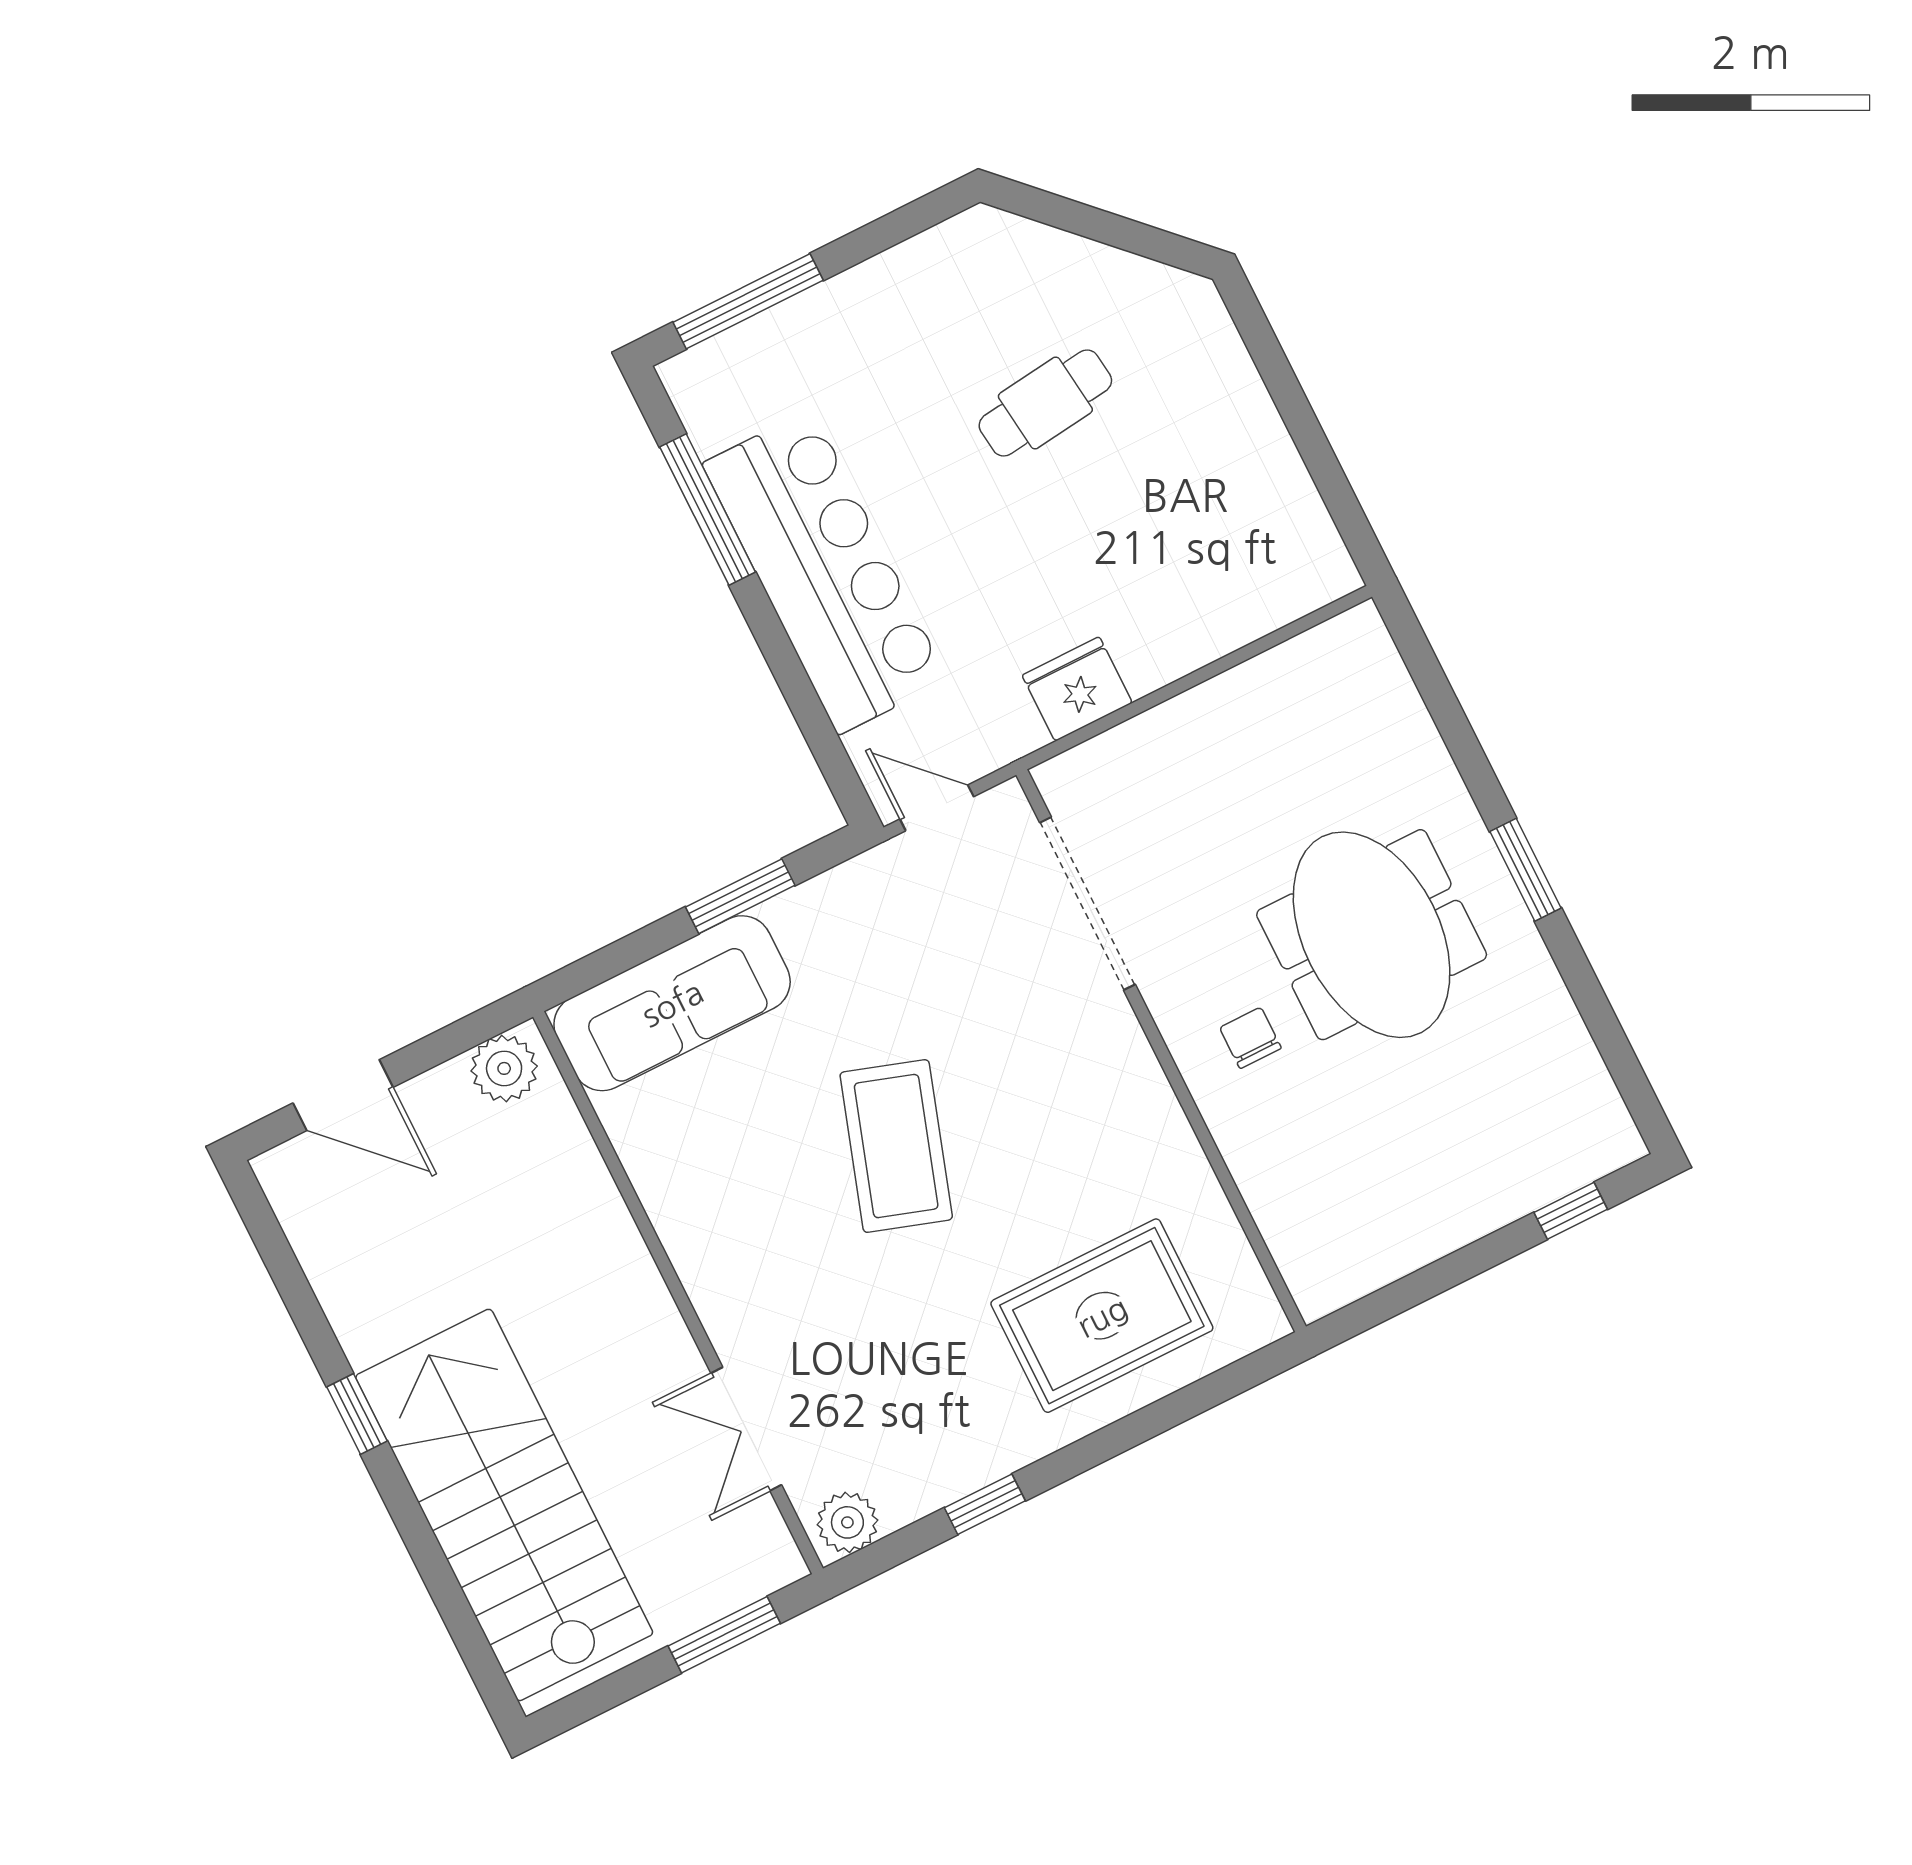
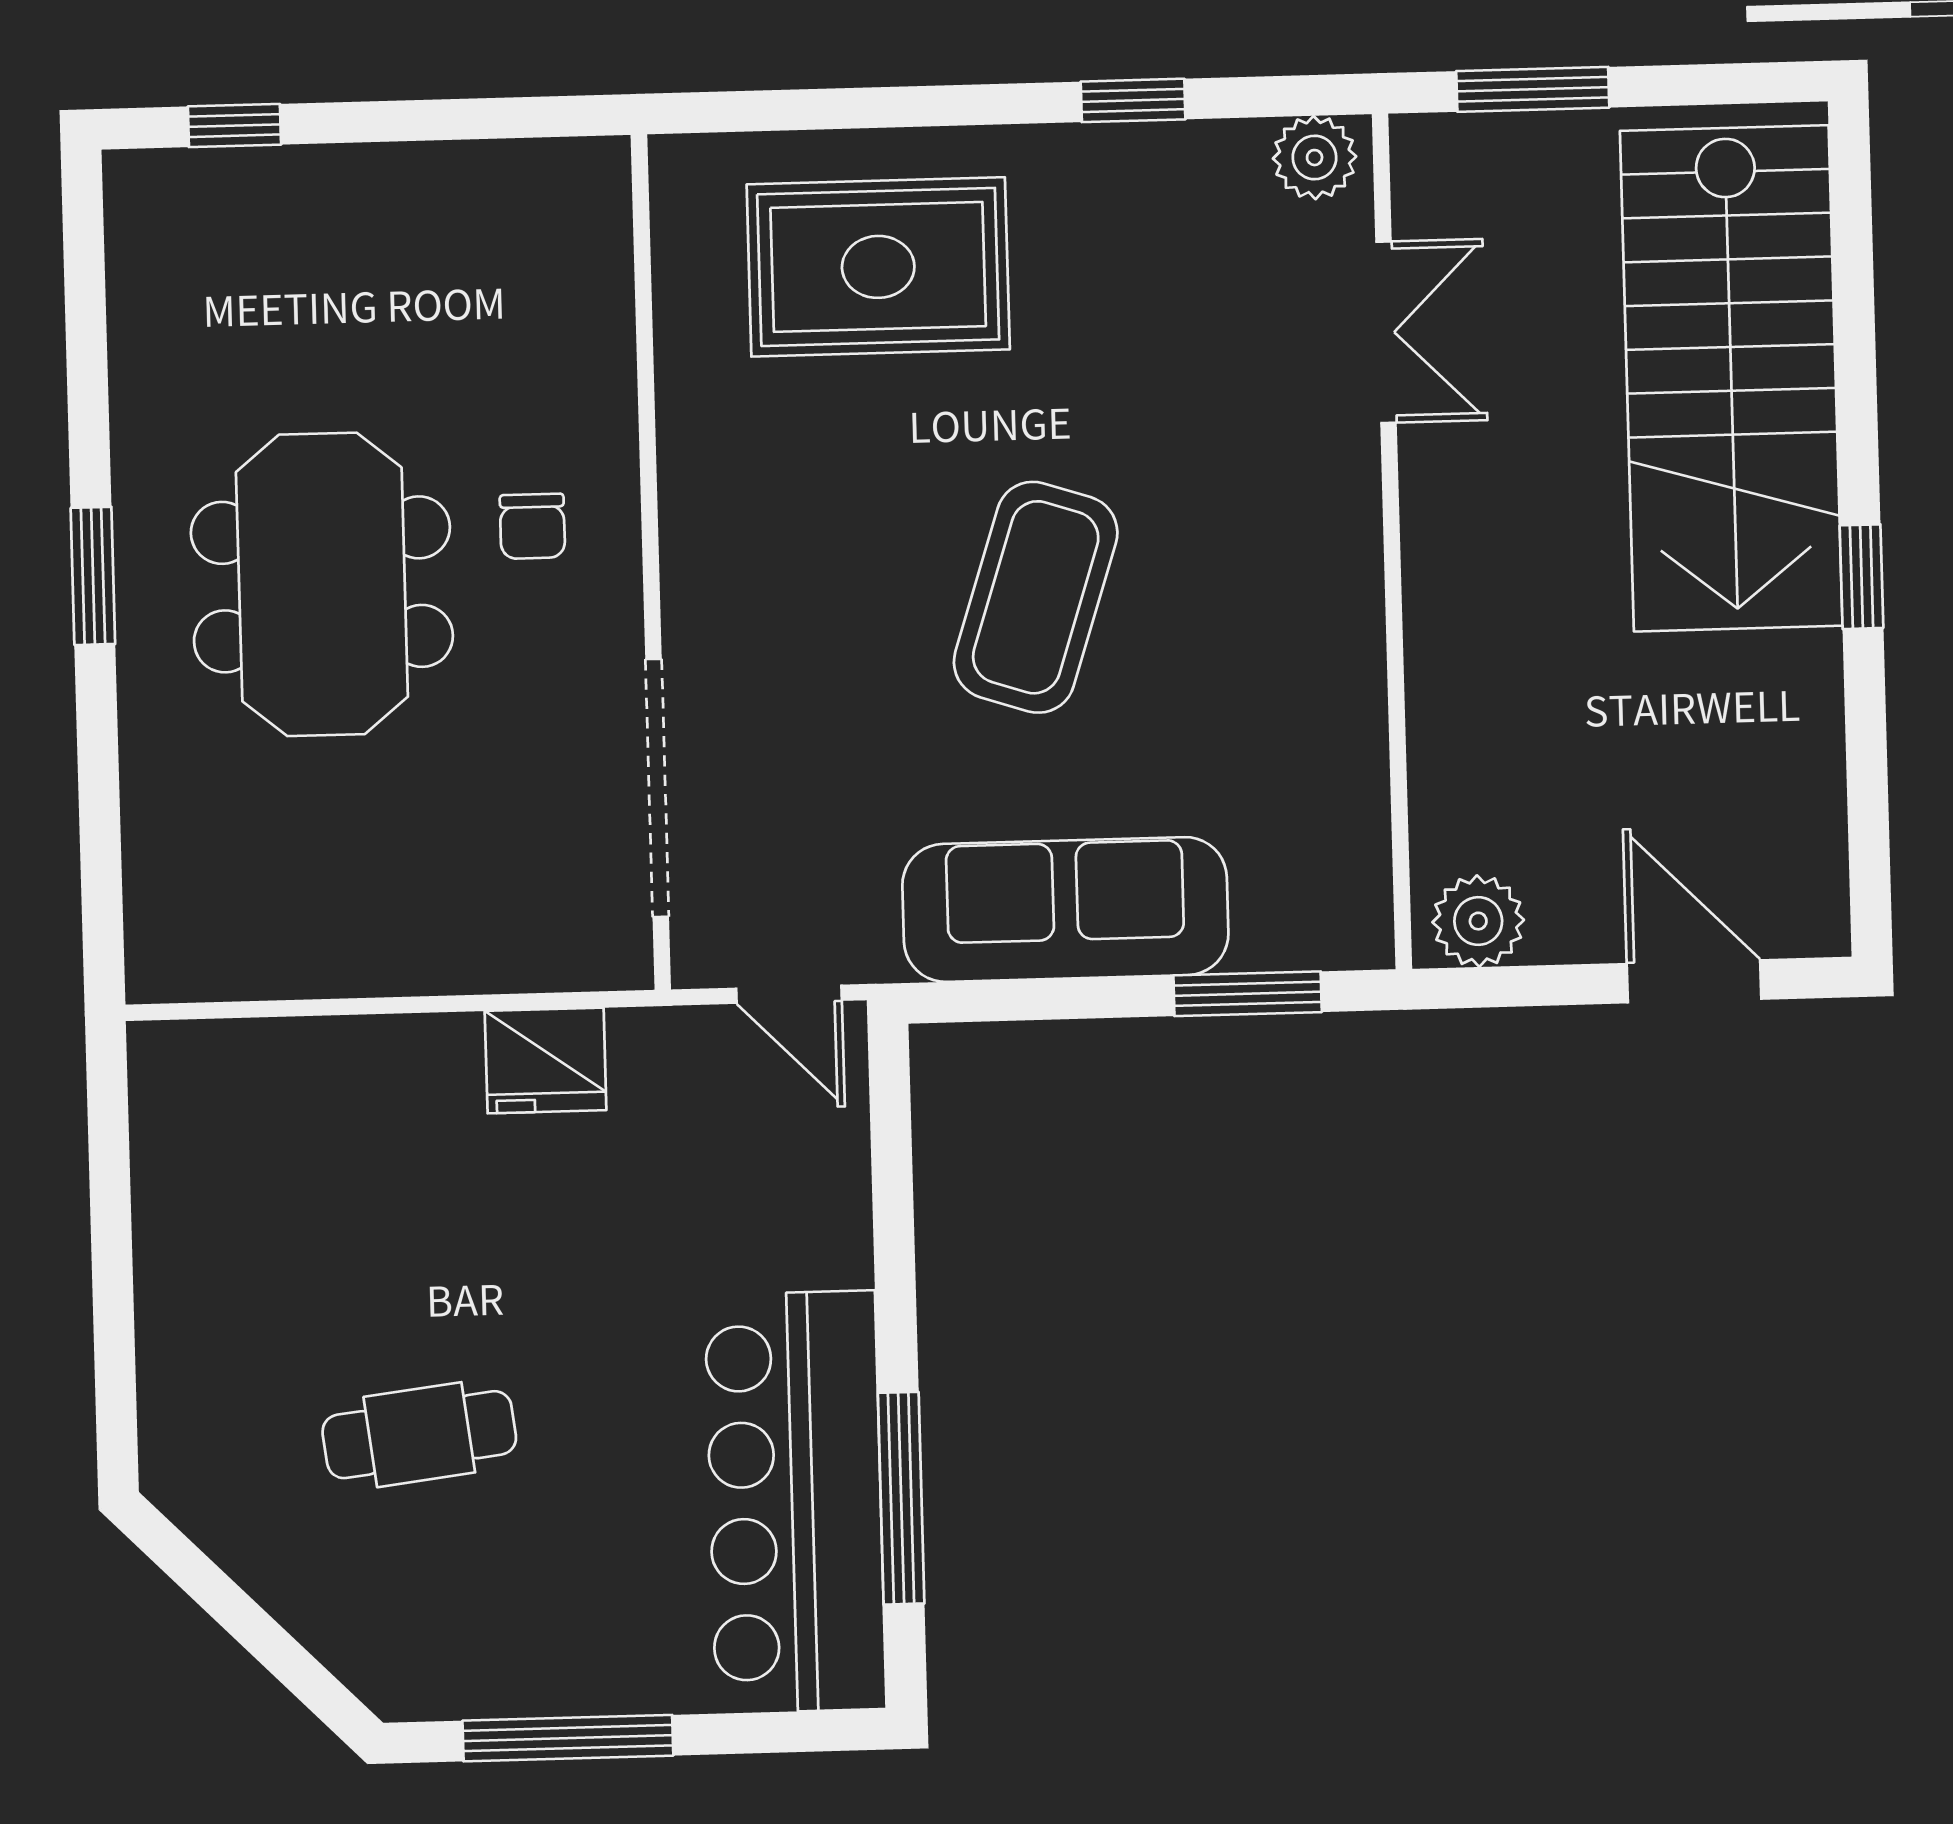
window: (748, 301) -> (568, 1738), moved
bar counter: (825, 572) -> (795, 1502), moved
window: (740, 896) -> (1248, 994), moved
sofa: (672, 1003) -> (1065, 909), moved

